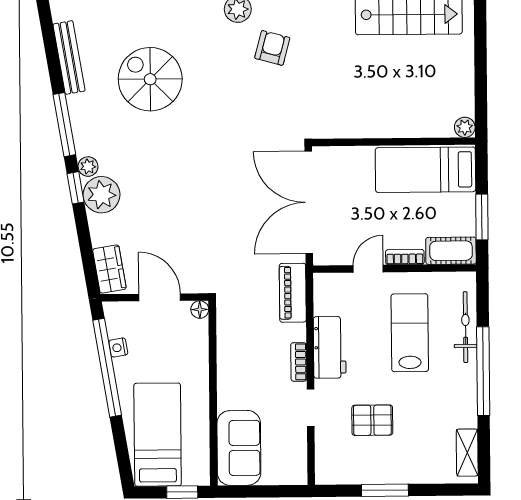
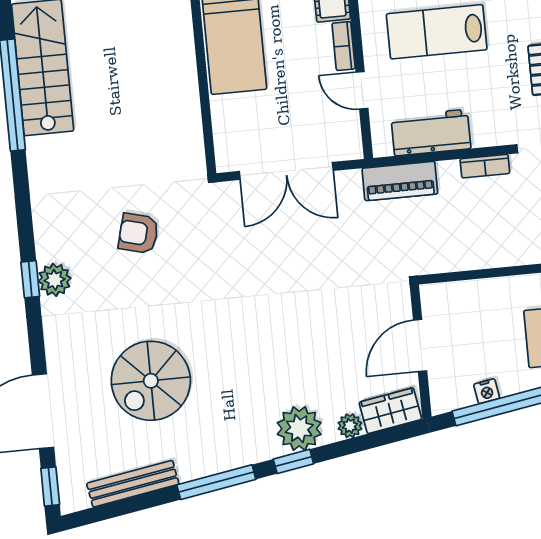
armchair: (272, 48) -> (138, 233), moved
plant: (88, 167) -> (350, 426), moved
double door: (309, 202) -> (286, 171), width x0.73
floor lamp: (200, 310) -> (431, 294), removed
workbench: (330, 347) -> (431, 133), moved

